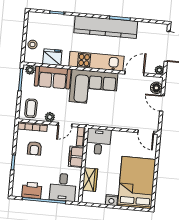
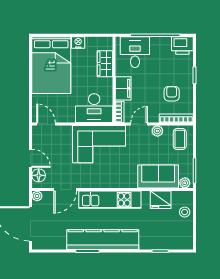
corner sofa: (93, 87) -> (99, 144), moved, turned 180
desk: (98, 142) -> (94, 108), width x1.37
printer: (32, 190) -> (182, 45), moved

